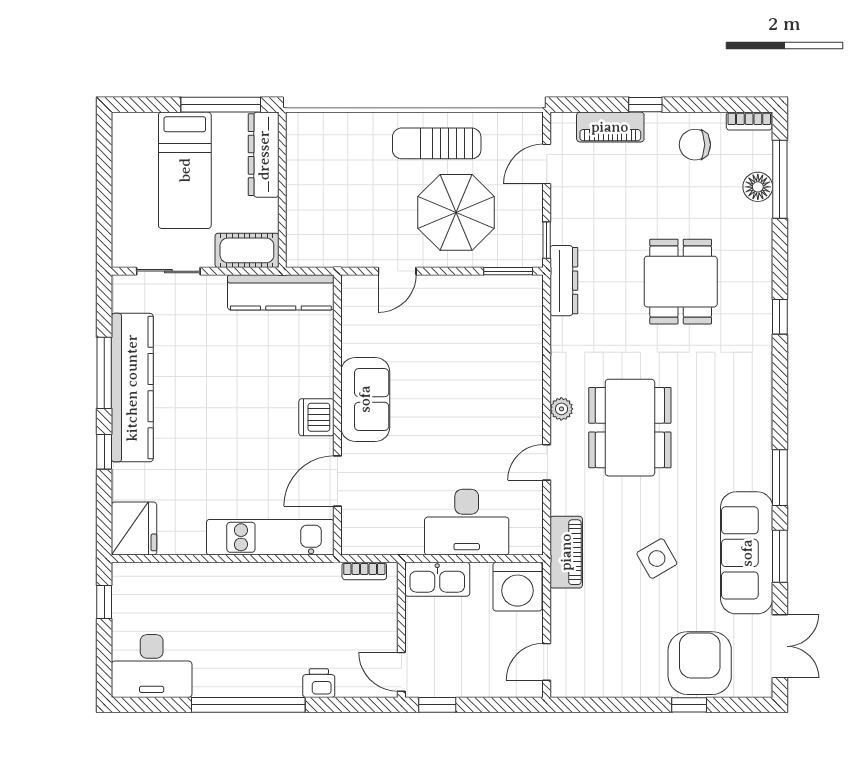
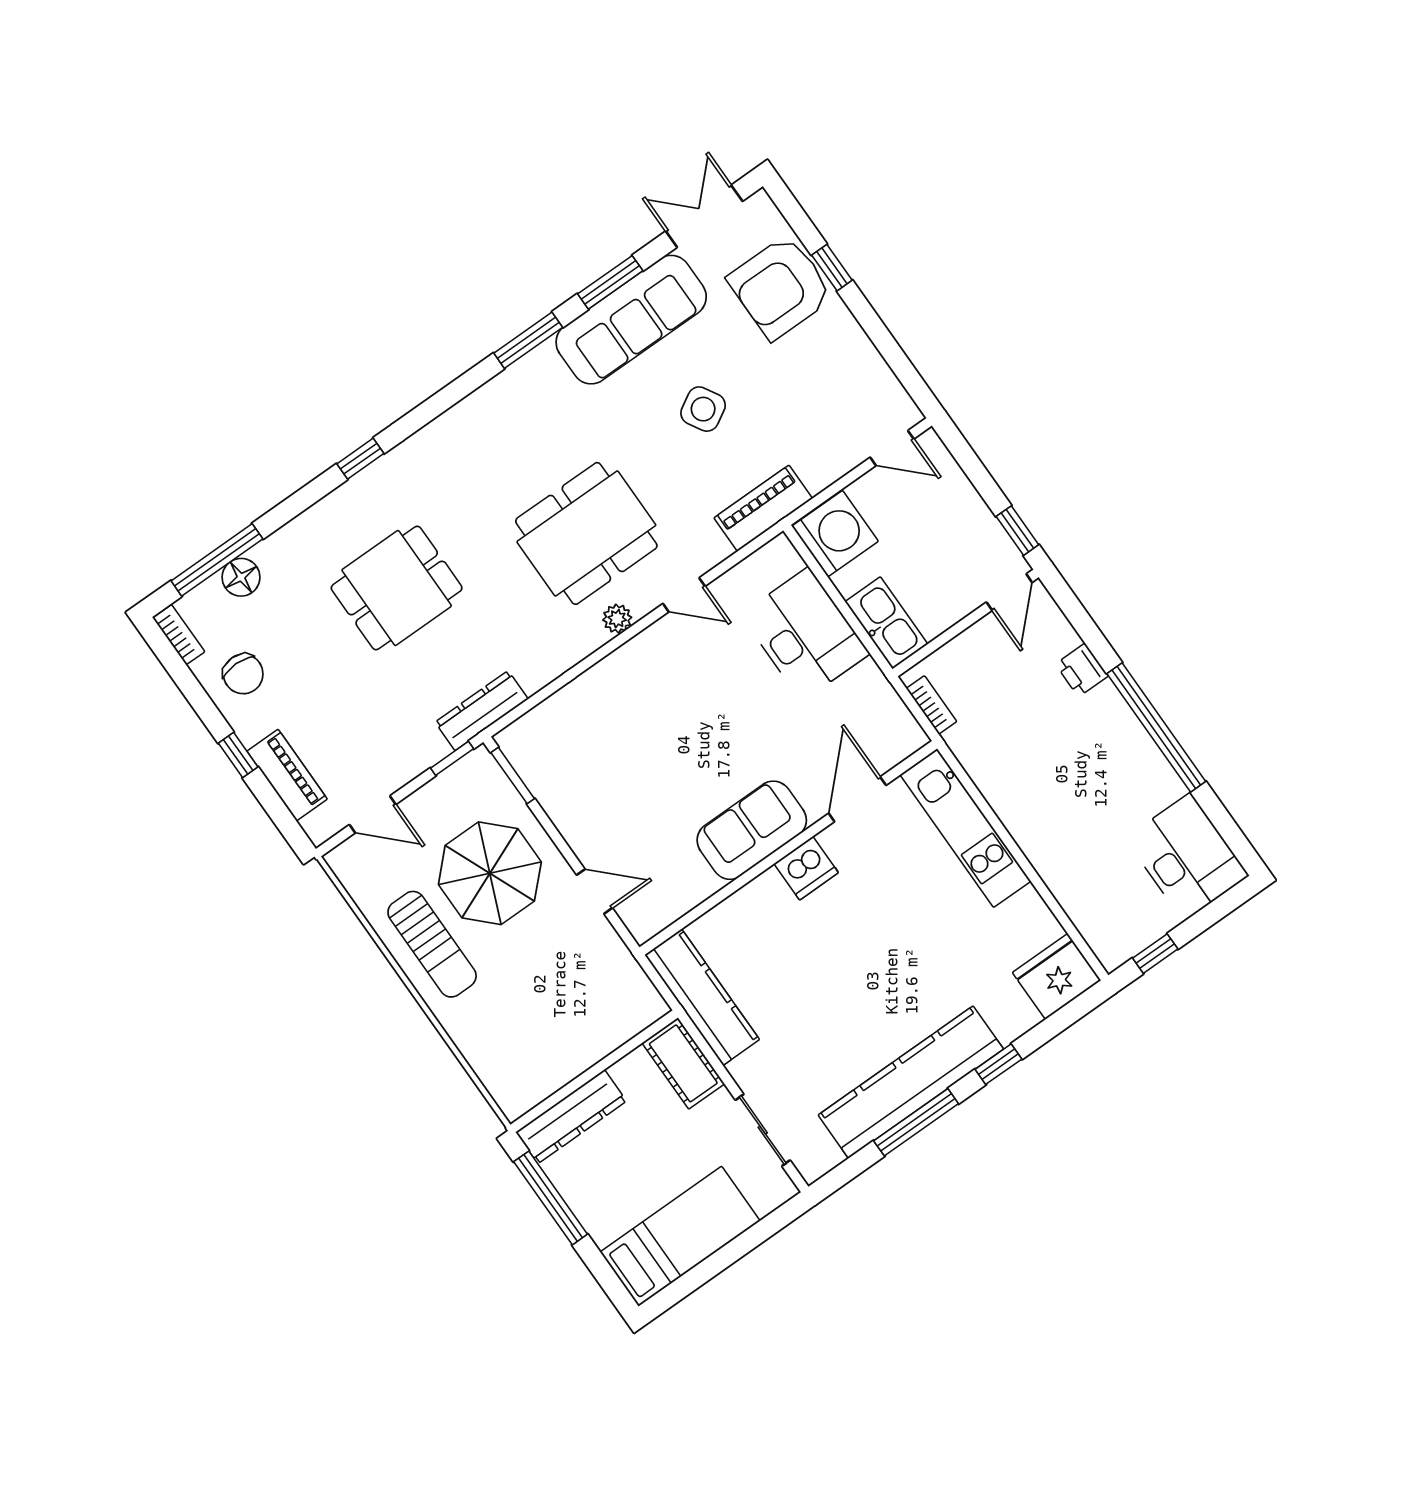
bed: (185, 170) -> (680, 1236), moved
door: (337, 481) -> (857, 799), swing flipped

